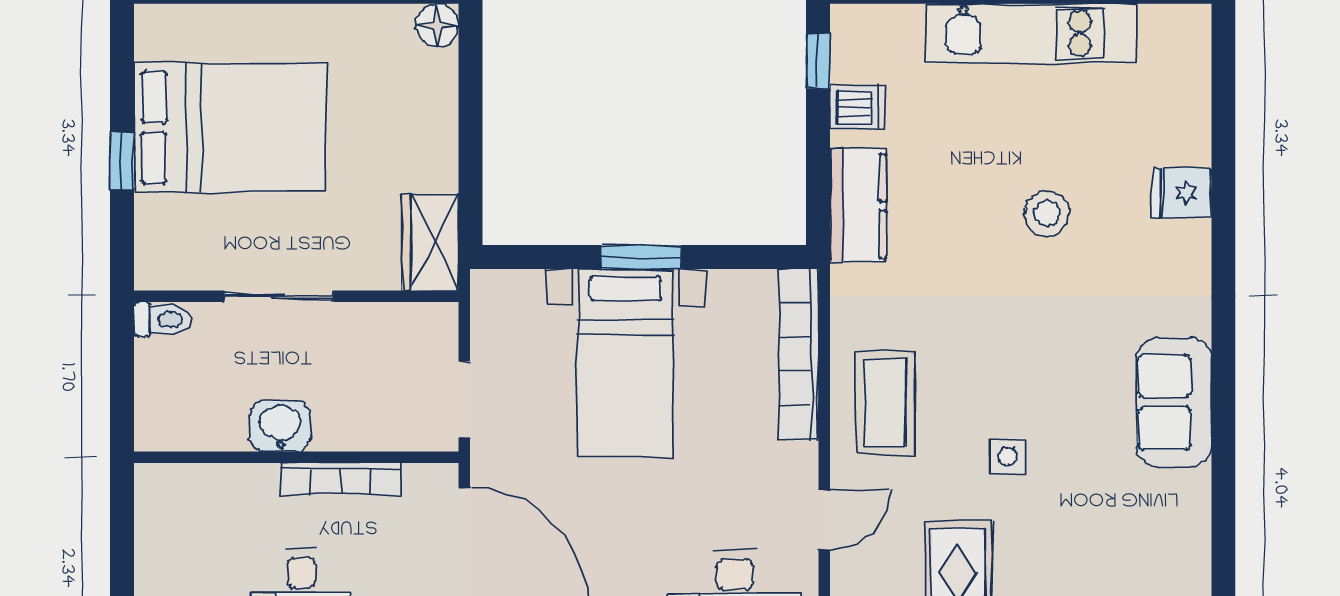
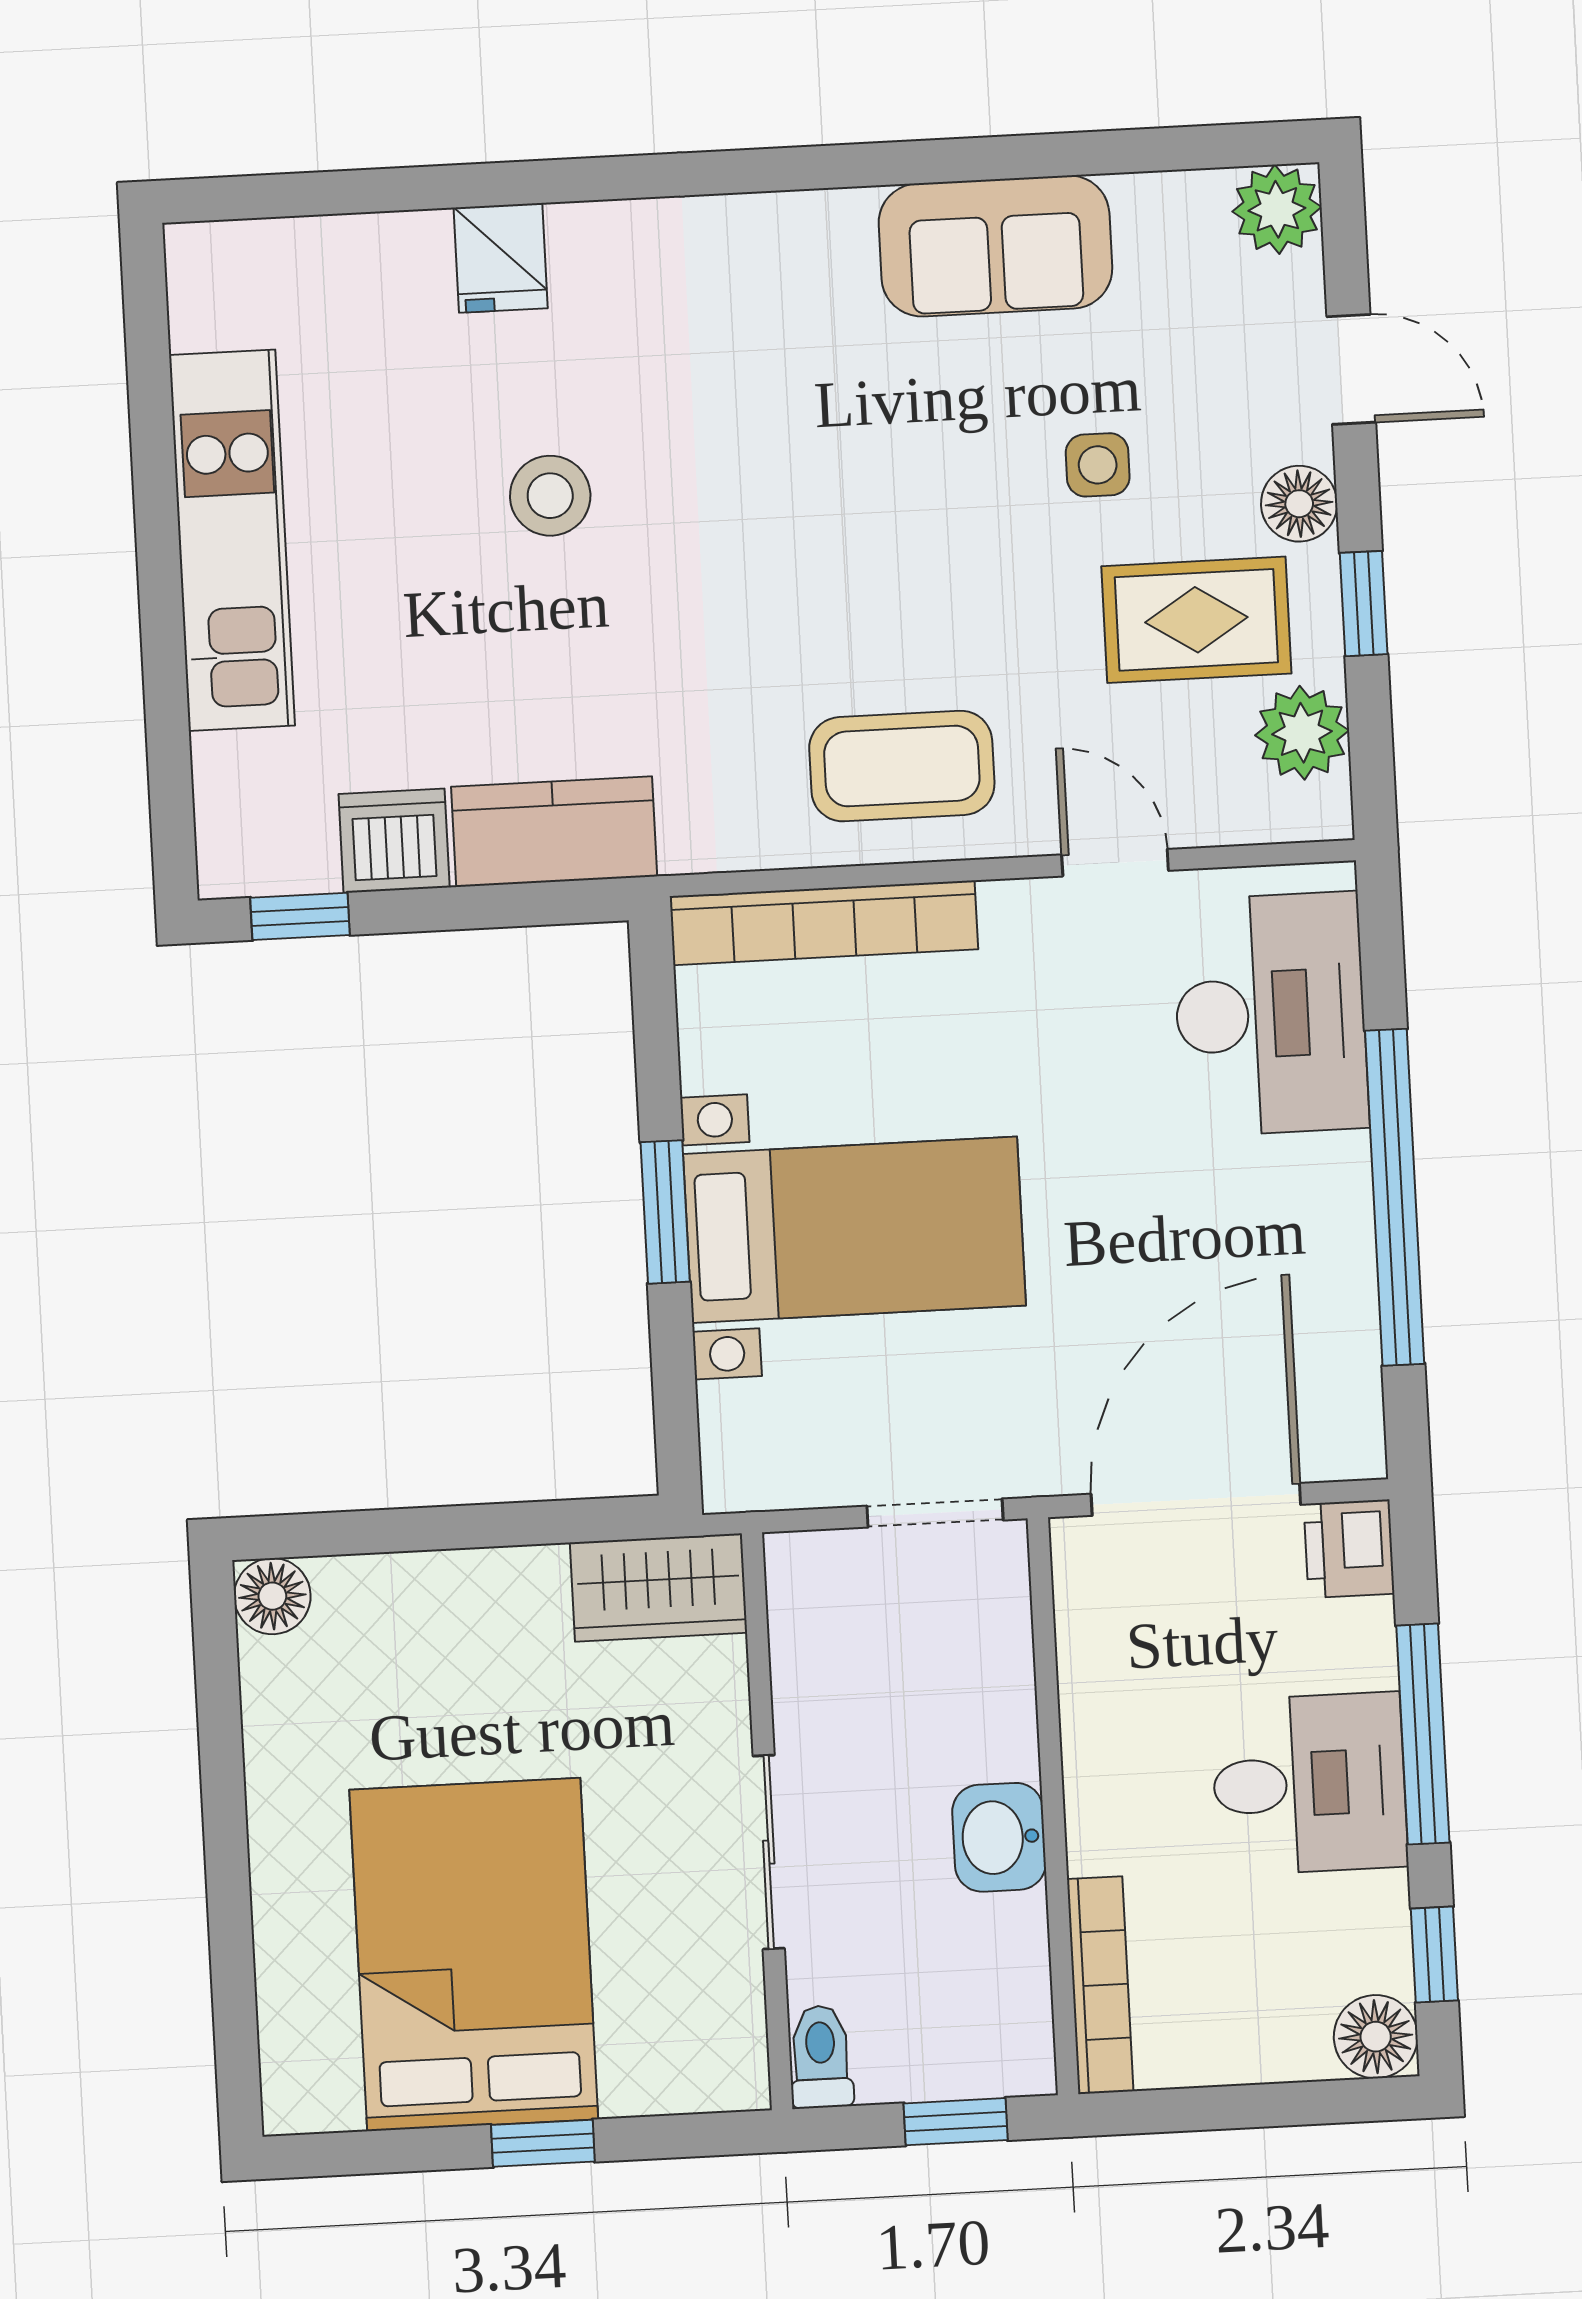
dishwasher: (858, 107) -> (394, 841), width x1.38
window: (122, 393) -> (956, 2122), added
sofa: (1174, 402) -> (995, 246), moved
side table: (1007, 456) -> (1098, 465), moved
bookcase: (340, 478) -> (1100, 1985), moved

